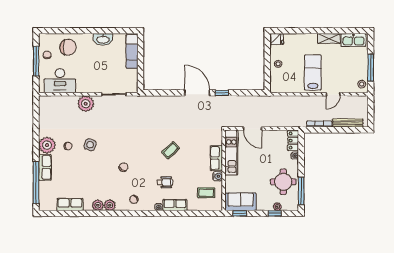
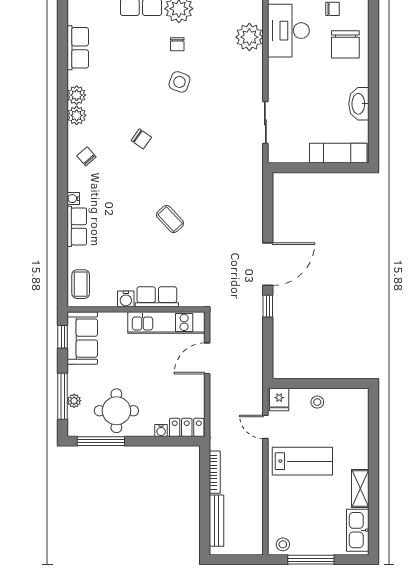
fridge: (277, 39) -> (279, 399), moved
door: (333, 94) -> (265, 427), moved
plant: (86, 104) -> (249, 37), moved
wheelchair: (165, 182) -> (116, 209), removed
coffee table: (206, 193) -> (81, 284), moved
window: (275, 213) -> (63, 396), width x2.17

